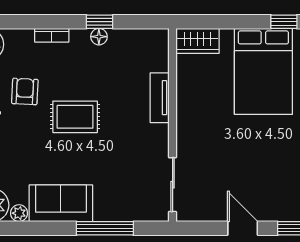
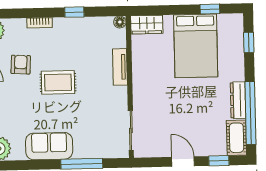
floor lamp: (99, 37) -> (120, 22), moved
plant: (19, 213) -> (18, 154), removed

